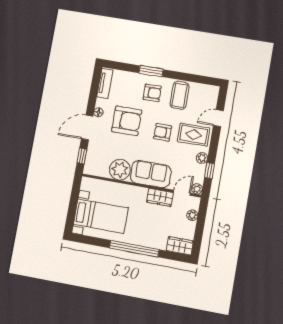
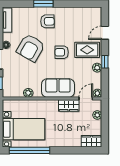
coffee table: (180, 95) -> (70, 20), removed
armchair: (127, 121) -> (31, 48), turned 120
plant: (120, 170) -> (28, 93), width x0.53, depth x0.53
window: (209, 171) -> (105, 62), moved
window: (134, 249) -> (29, 150), moved

